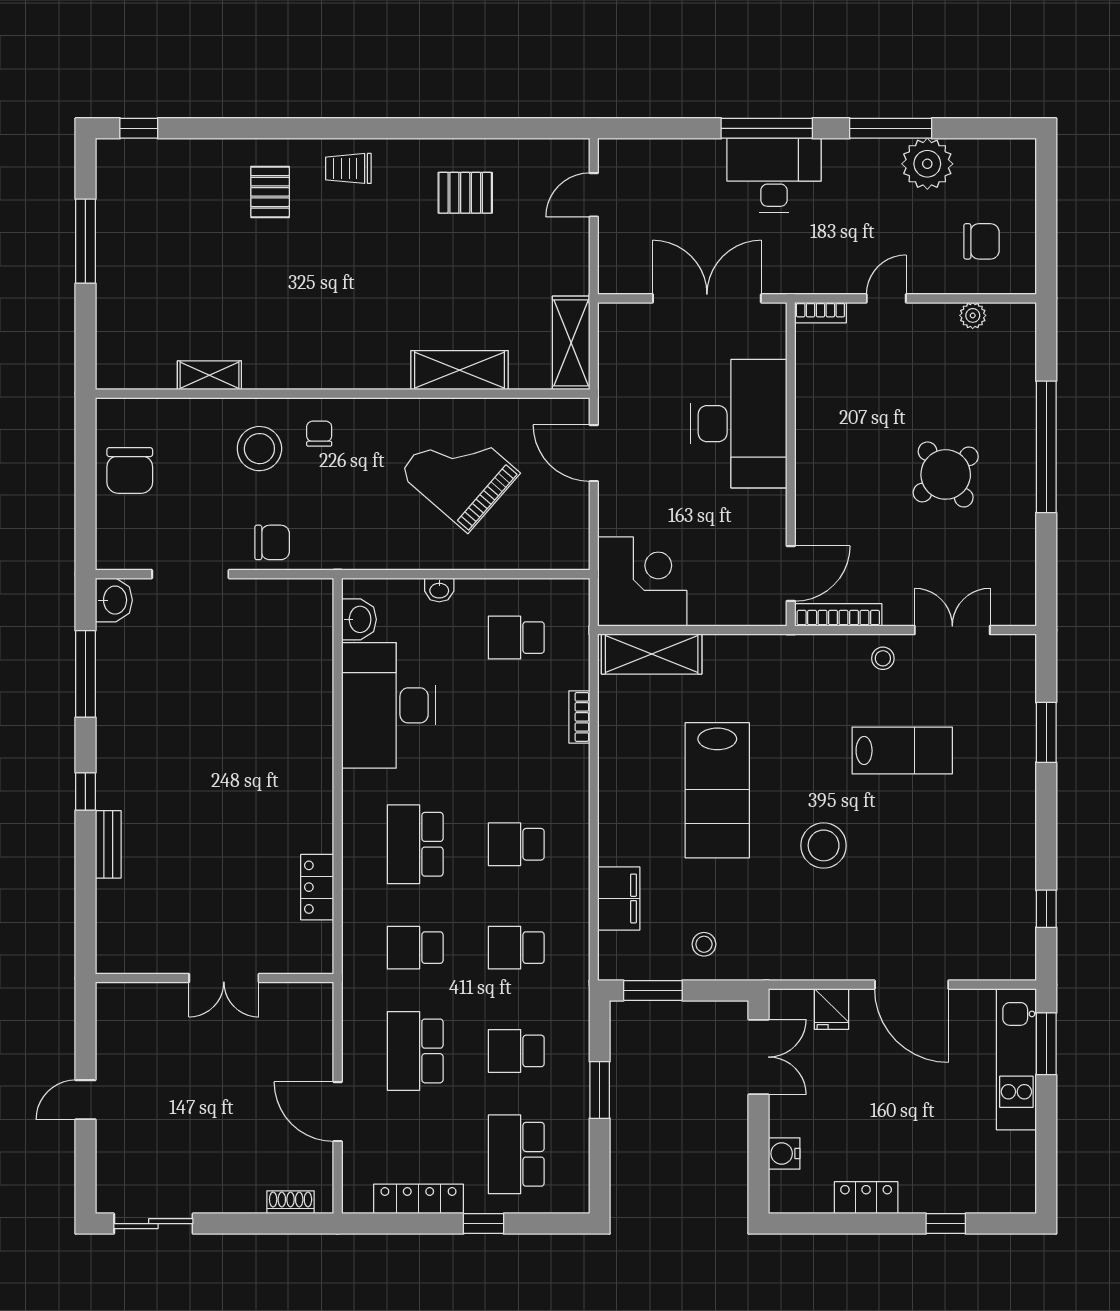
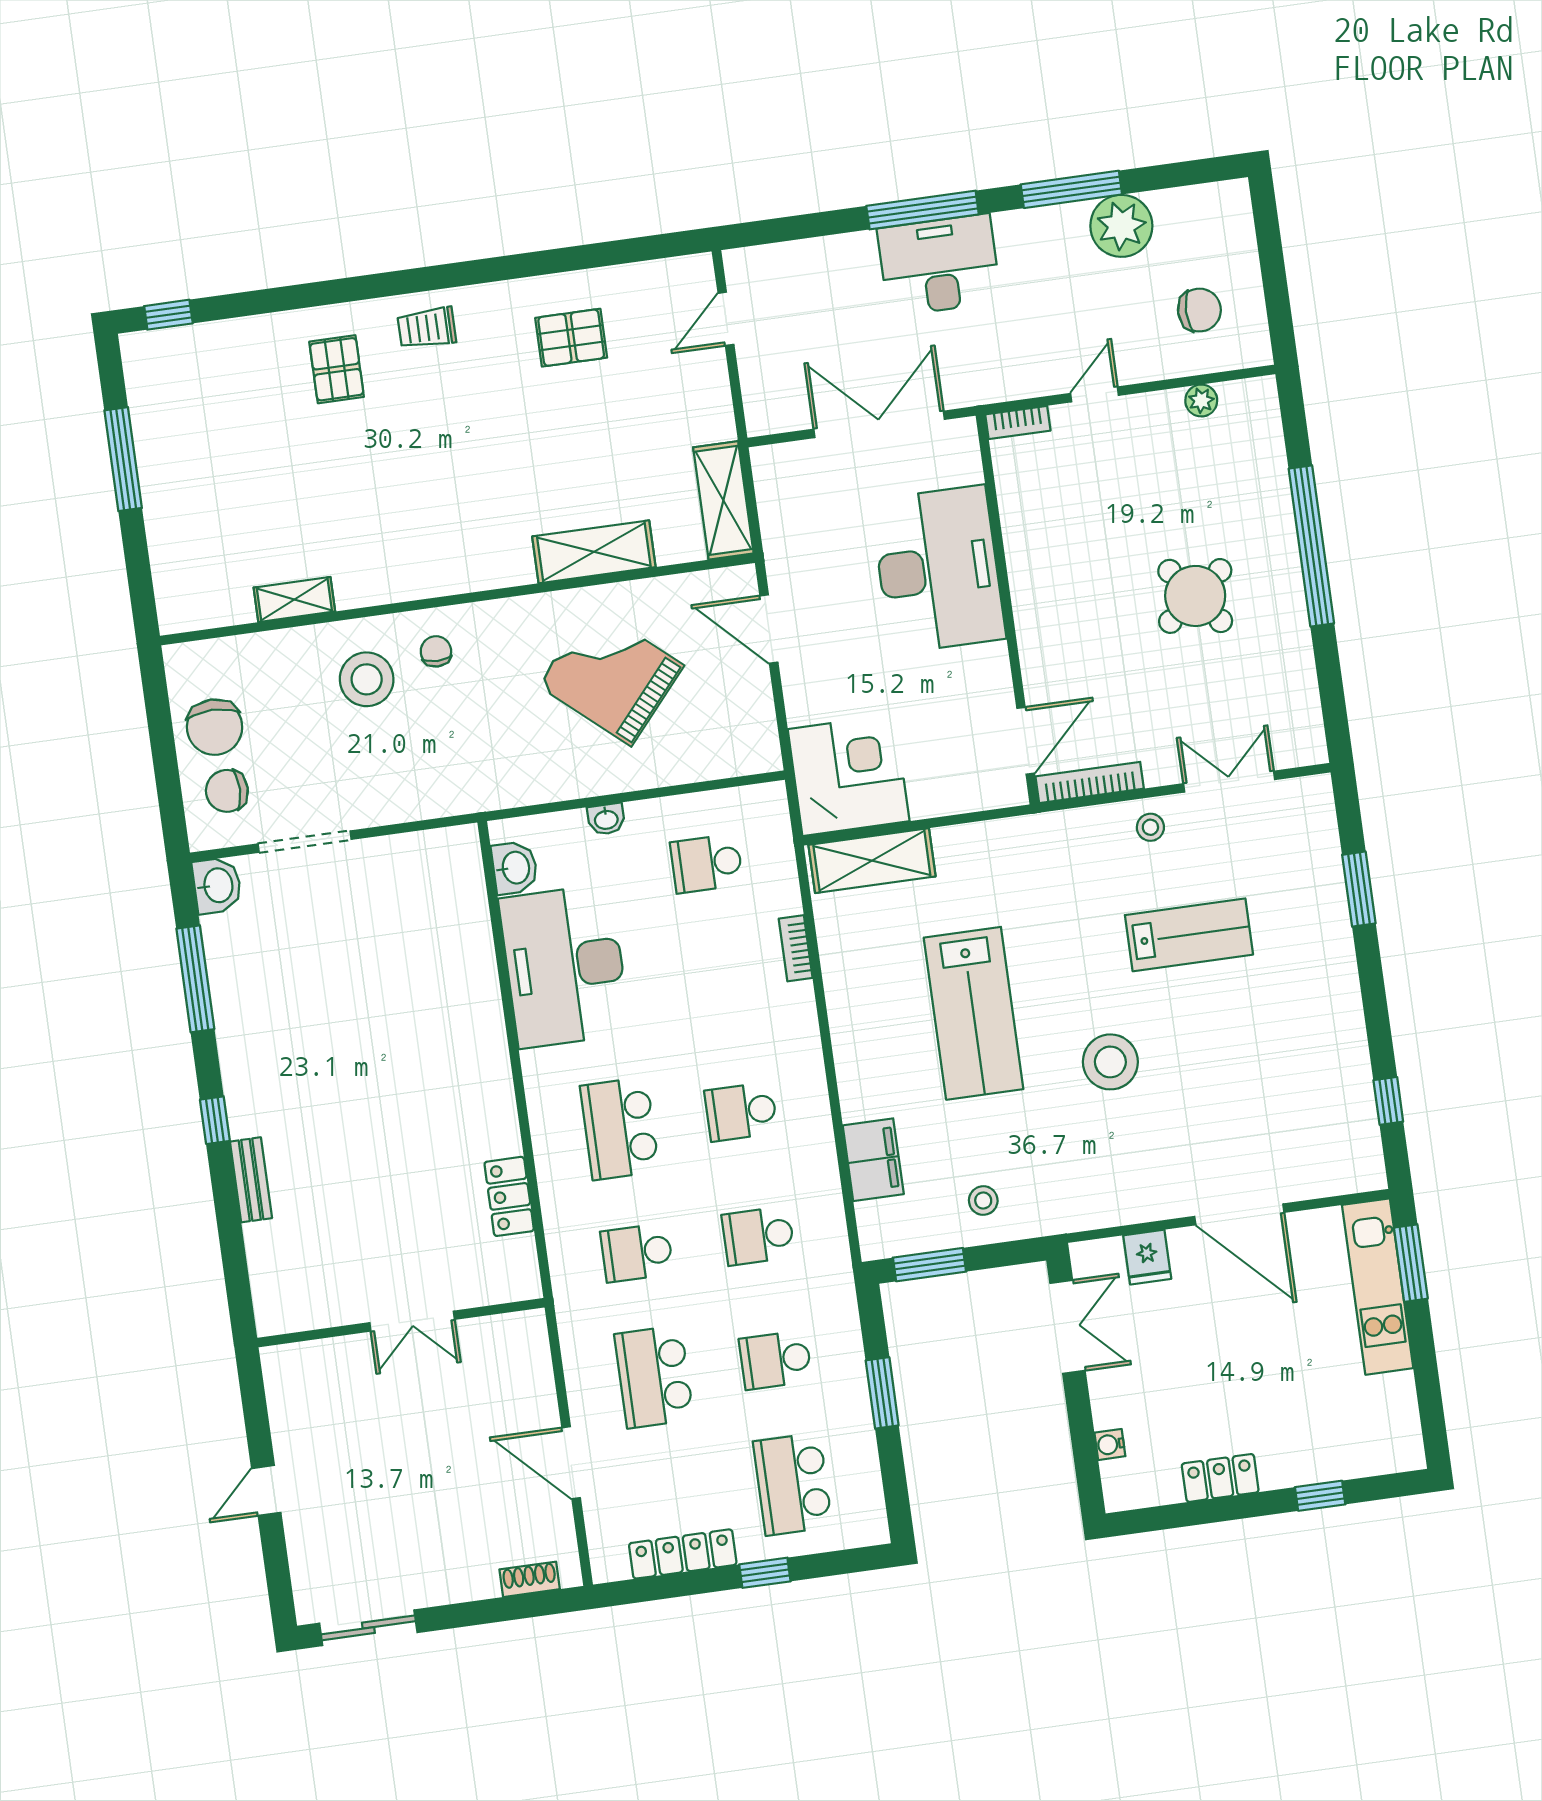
chair: (272, 542) -> (227, 791), moved, turned 180
water cooler: (784, 1153) -> (1110, 1444), width x0.72, depth x0.72

